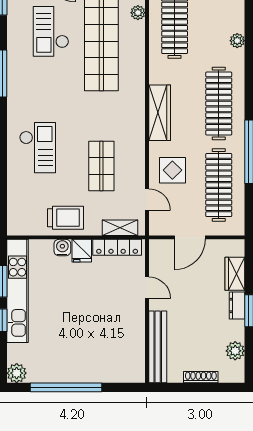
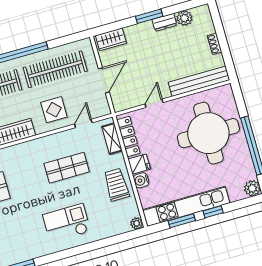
plant: (14, 228) -> (137, 223), added
door: (190, 237) -> (104, 80), hinge flipped
wardrobe: (235, 274) -> (111, 39), moved
dresser: (237, 305) -> (164, 22), moved
round table: (95, 341) -> (208, 133), added
shoe rack: (201, 377) -> (215, 44), width x0.70

